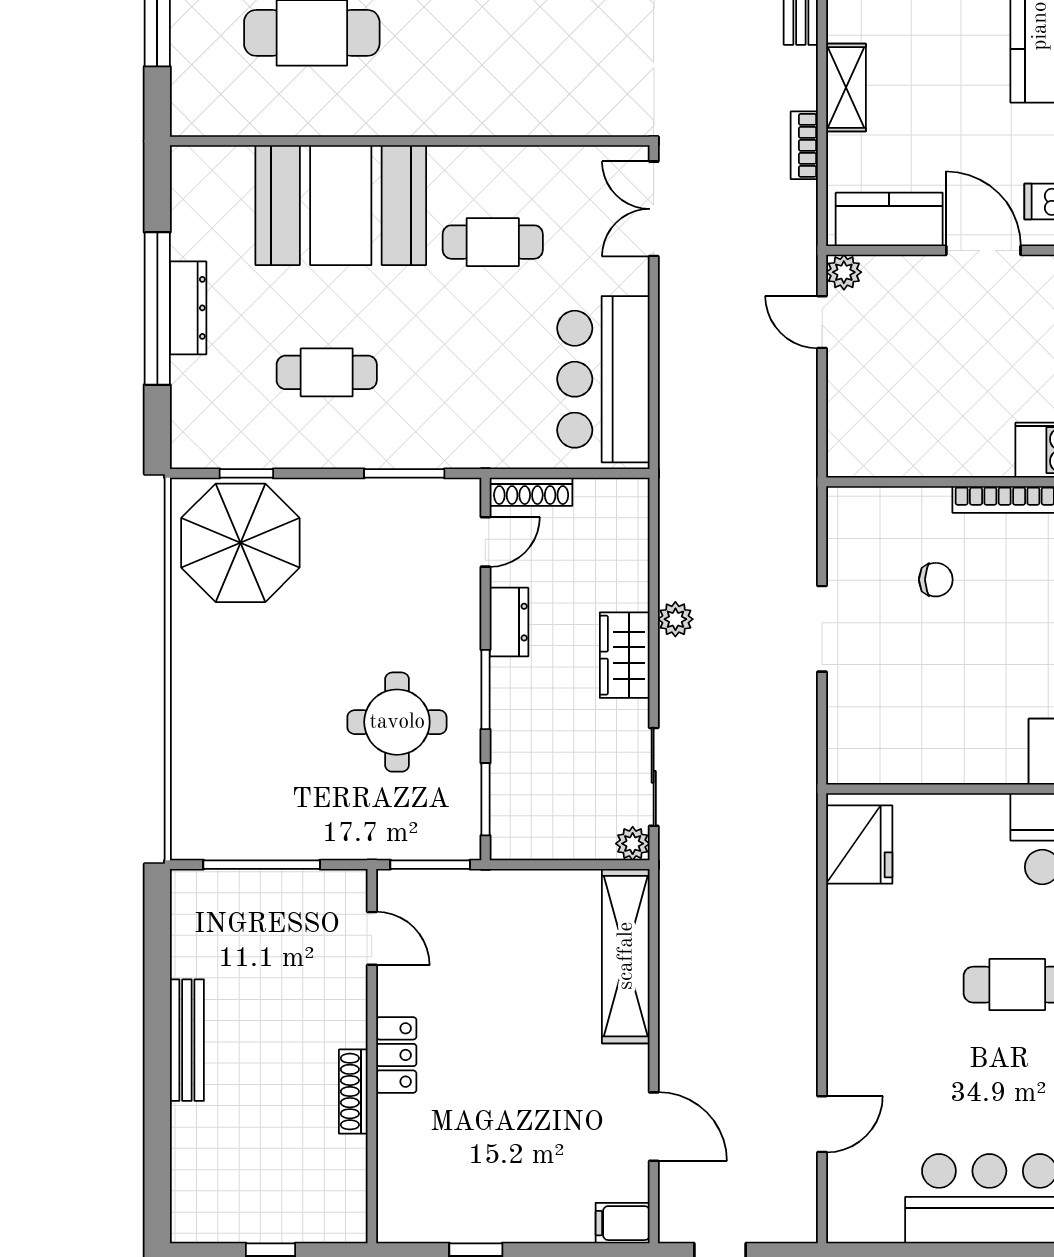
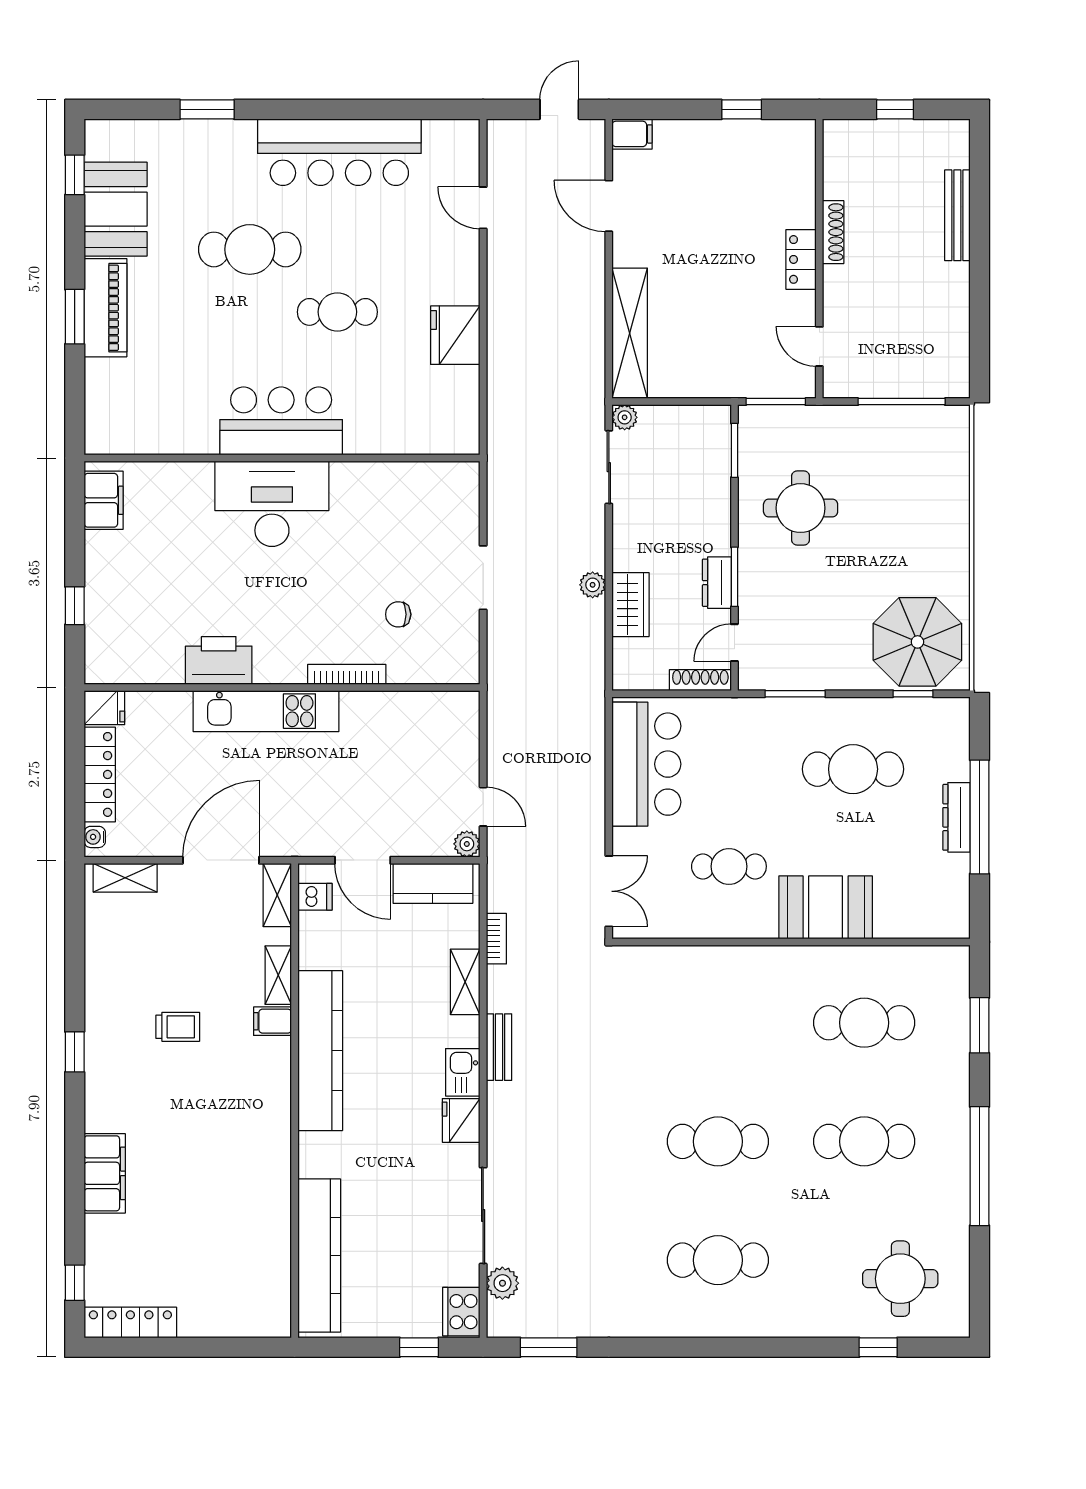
booth: (341, 205) -> (826, 907), width x0.73, depth x0.70
cafe table: (327, 372) -> (853, 769), width x1.37, depth x1.35
wardrobe: (625, 655) -> (630, 605), moved
window: (485, 690) -> (734, 577), moved
fridge: (859, 845) -> (455, 335), moved
bench: (187, 1040) -> (957, 215), moved
door: (822, 1124) -> (483, 208), hinge flipped

